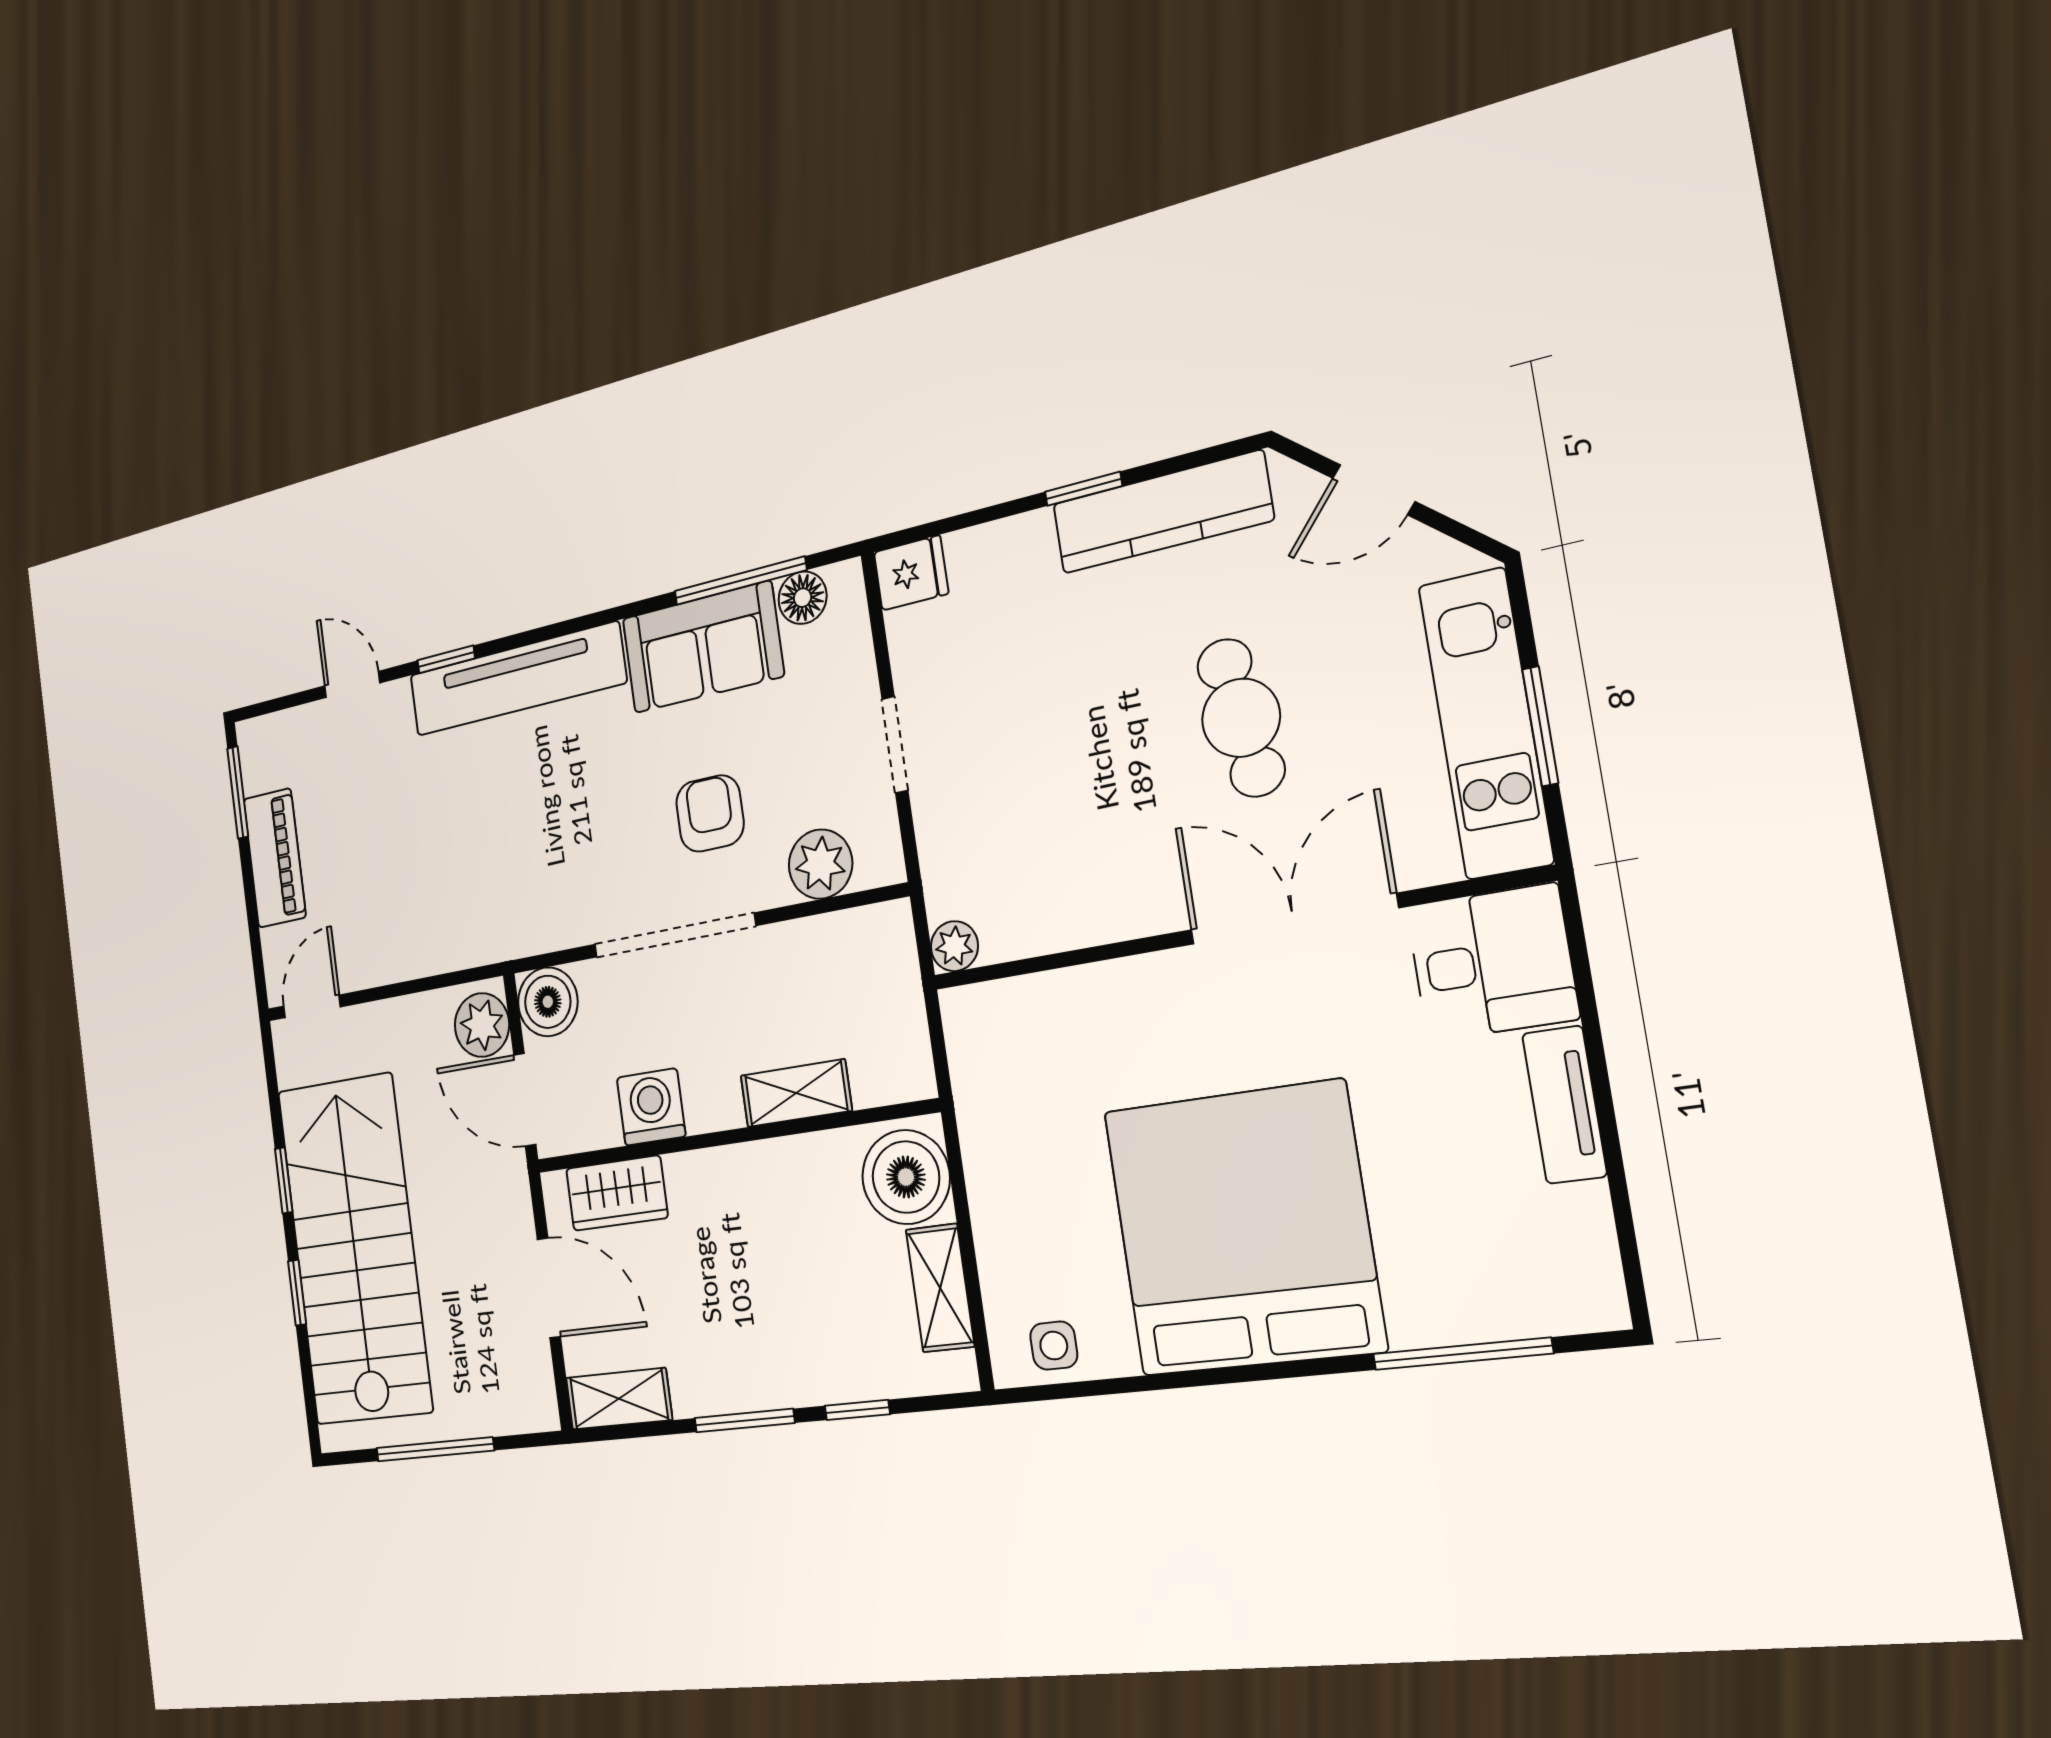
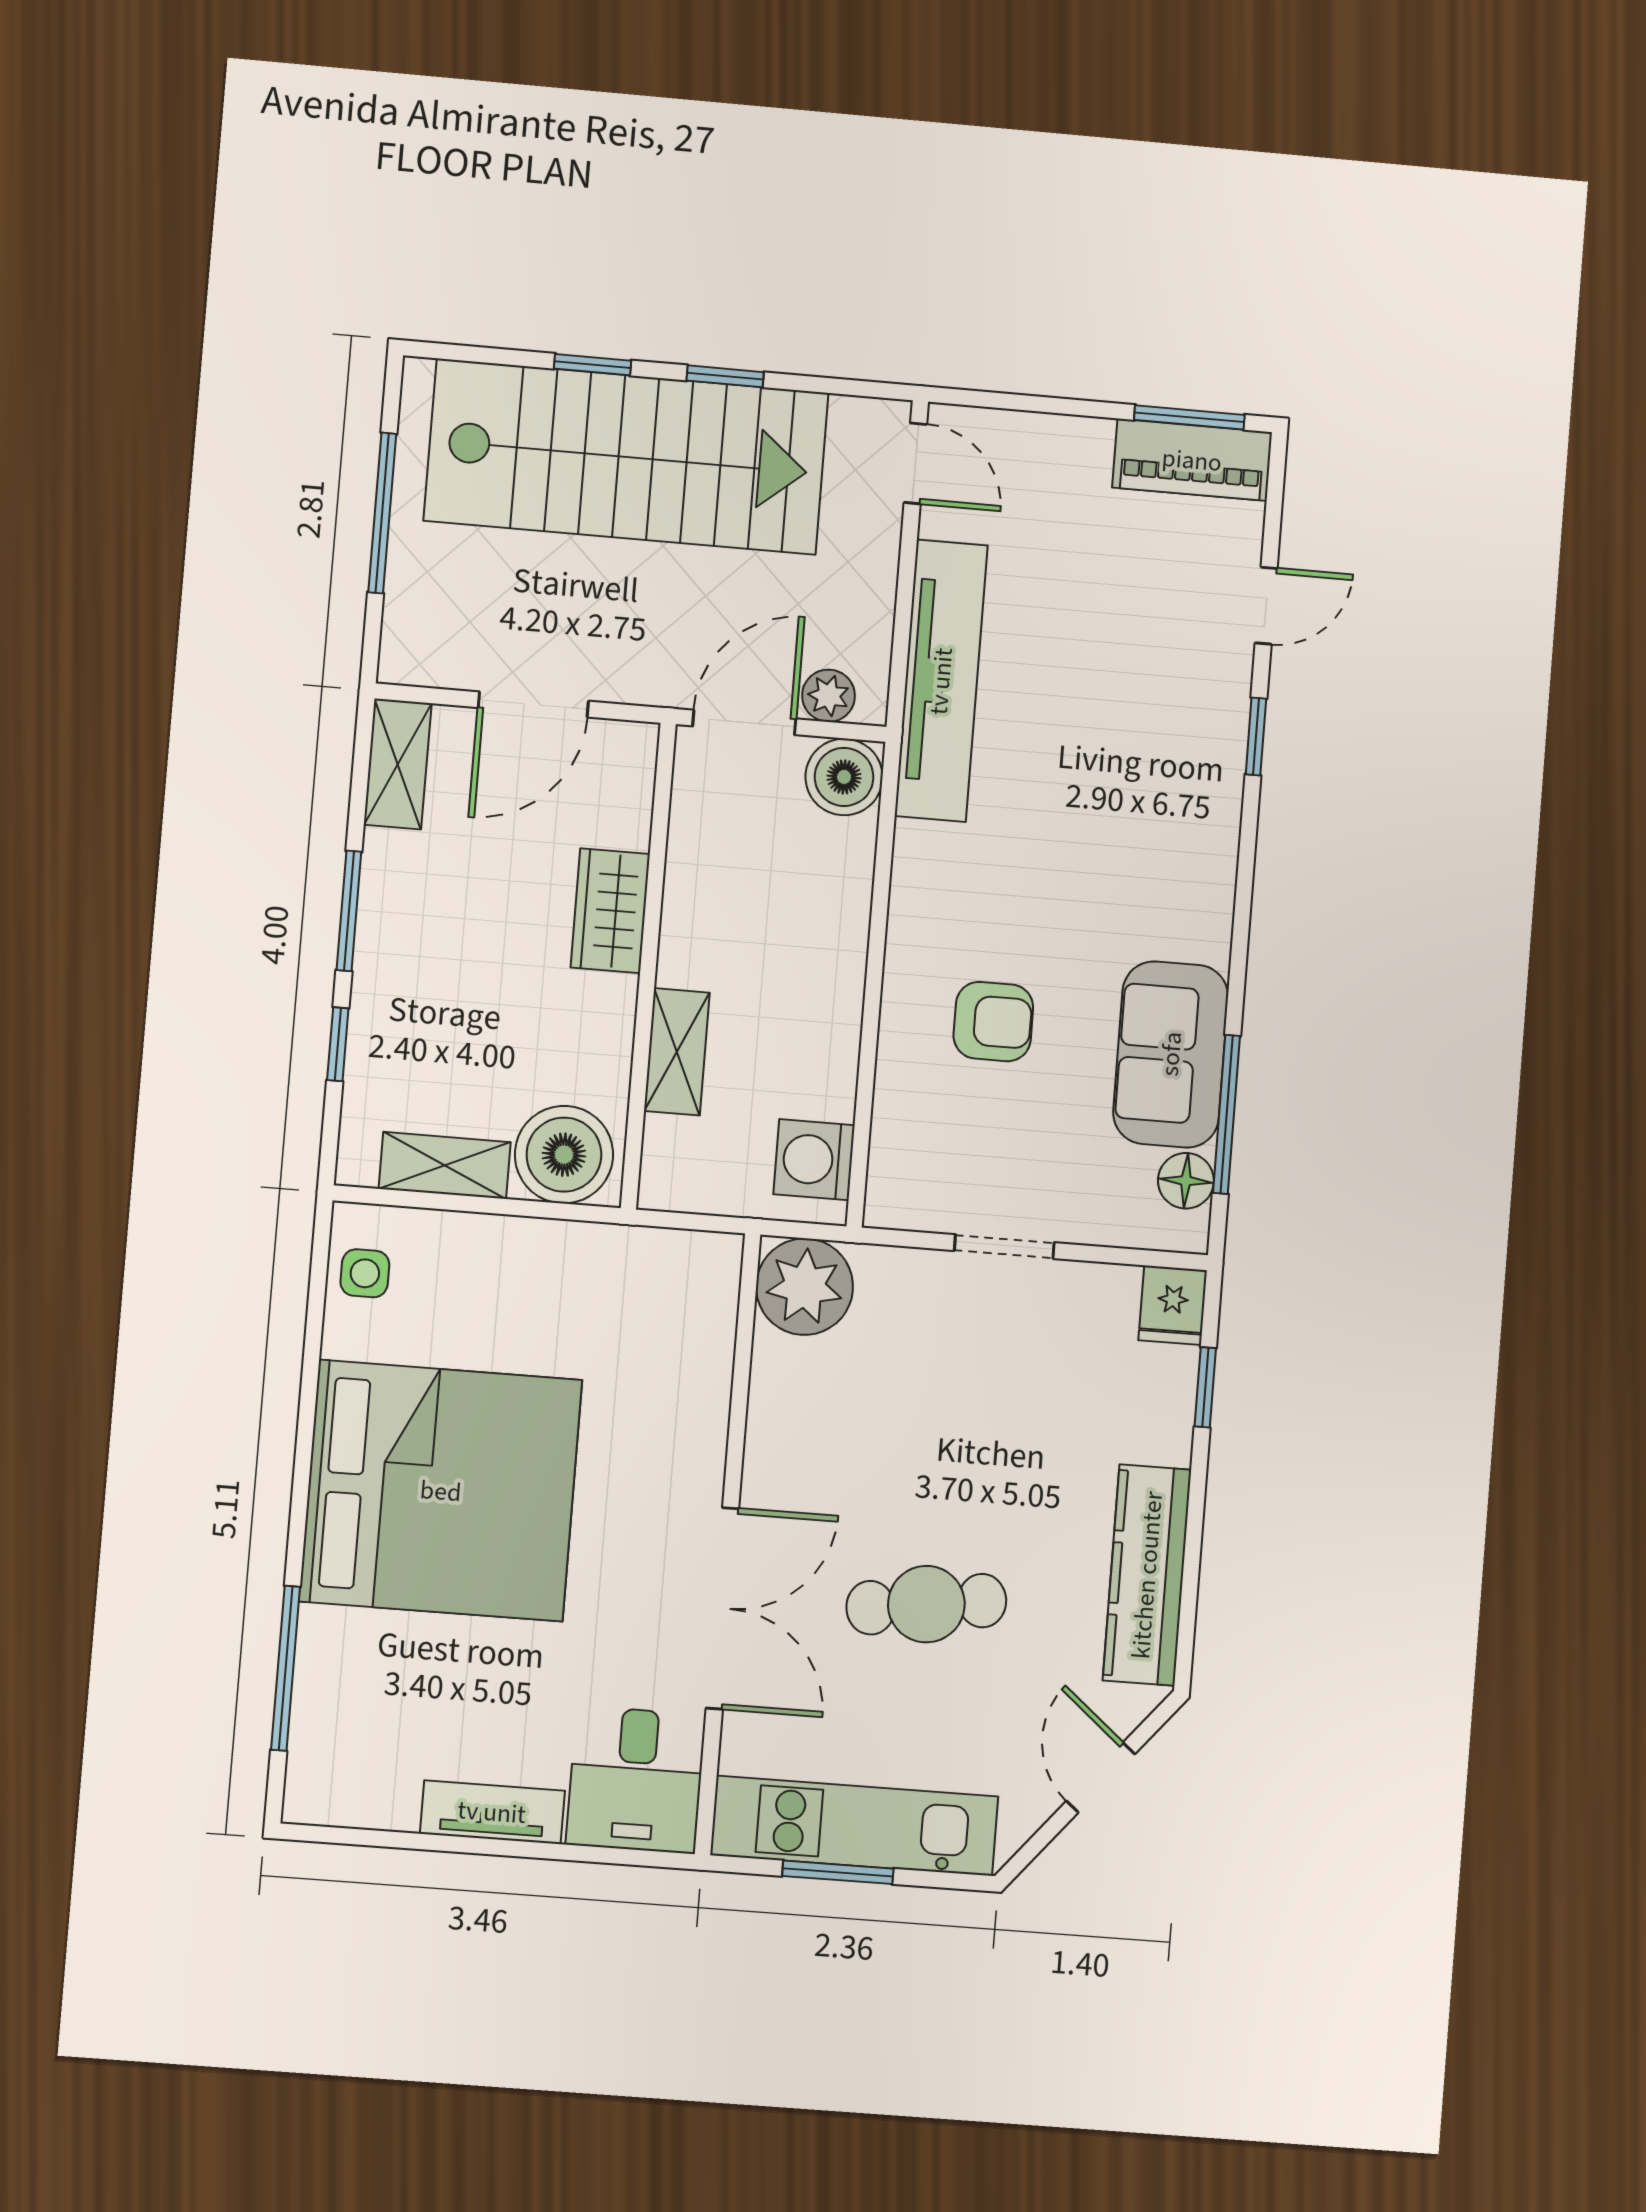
window: (1084, 489) -> (1205, 1387), moved
tv unit: (517, 679) -> (941, 681), moved, turned 180
piano: (275, 858) -> (1192, 460), moved
plant: (820, 864) -> (906, 1136), removed
doorway: (674, 935) -> (876, 949), removed
plant: (954, 946) -> (805, 1287), width x1.88, depth x1.88
plant: (482, 1025) -> (829, 696), width x0.73, depth x0.73
washing machine: (651, 1107) -> (814, 1160), moved, turned 180
wardrobe: (617, 1193) -> (610, 911), moved

